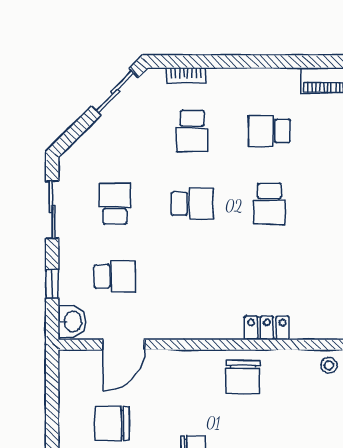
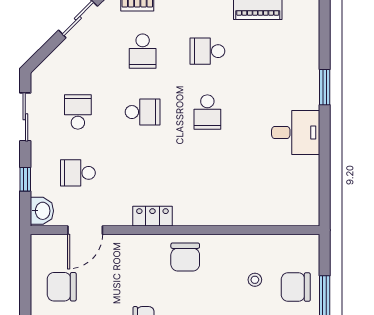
school desk: (115, 276) -> (78, 173), turned 180
locker: (267, 328) -> (152, 216), moved
stool: (329, 365) -> (255, 280), moved
chair: (112, 423) -> (62, 287), moved

